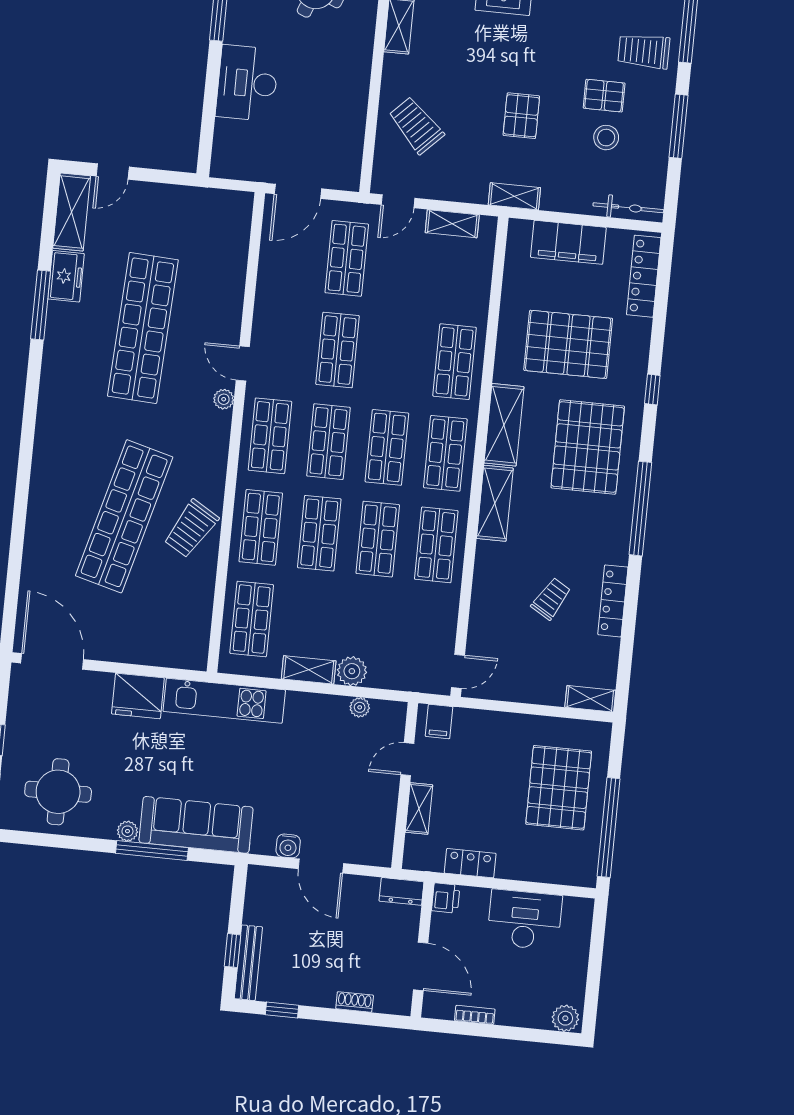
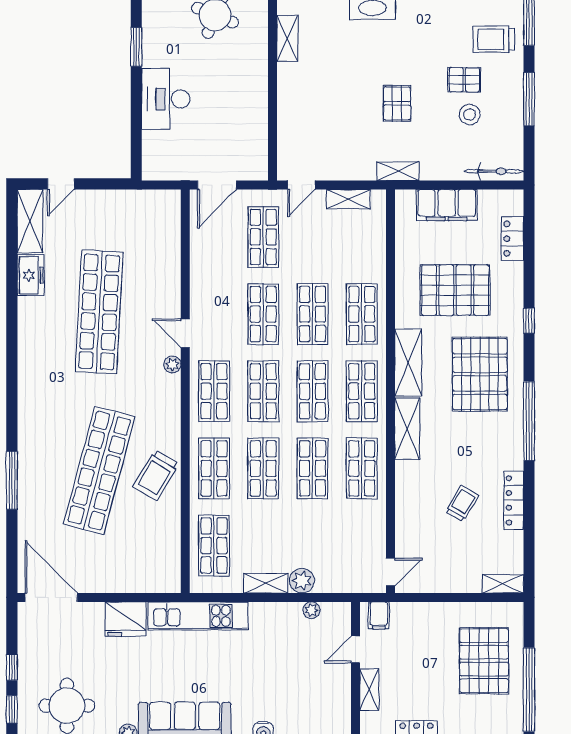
trolley: (416, 125) -> (310, 120), removed
locker: (644, 276) -> (512, 239), width x0.66
window: (41, 305) -> (12, 480), moved
shop shelf: (396, 356) -> (312, 314), added

